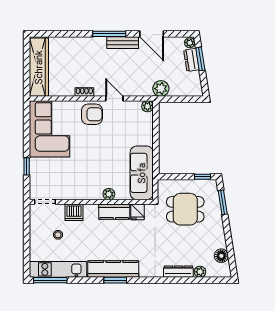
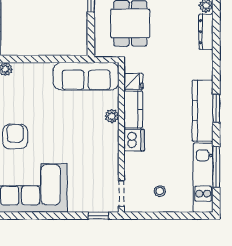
window: (27, 166) -> (98, 216), moved
dishwasher: (74, 212) -> (134, 140), moved
stool: (58, 235) -> (160, 191), moved
window: (50, 280) -> (216, 167), moved

